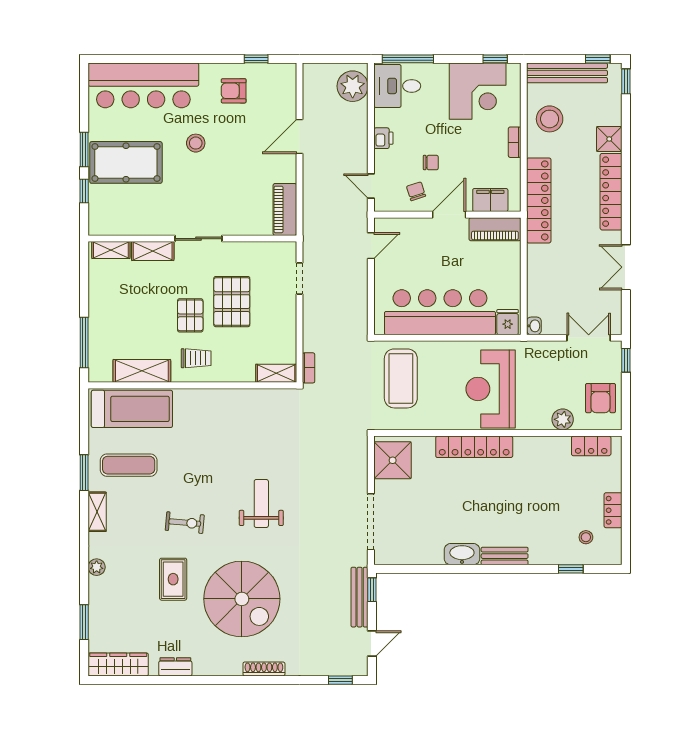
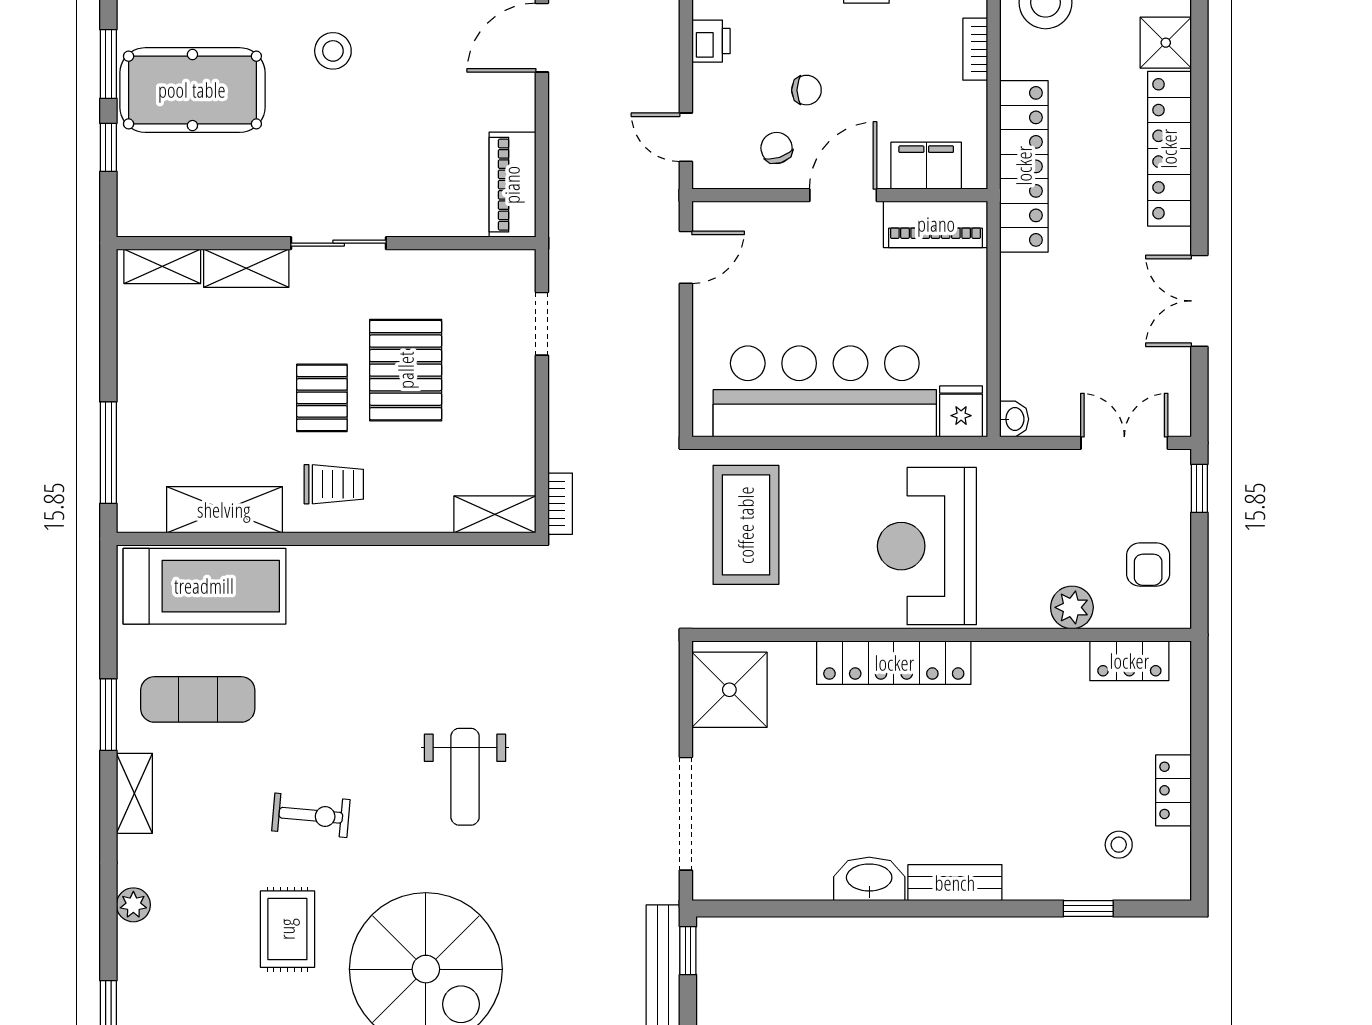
armchair: (600, 398) -> (1148, 565), width x0.72, depth x0.72
weight bench: (261, 503) -> (465, 777), turned 180

